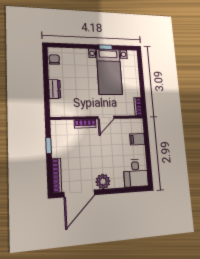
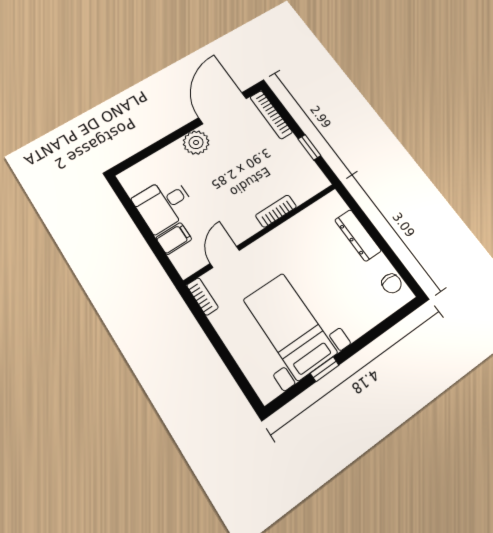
dresser: (55, 89) -> (358, 235), width x1.44
door: (106, 118) -> (225, 257), moved
desk: (136, 173) -> (164, 204), moved, turned -90

